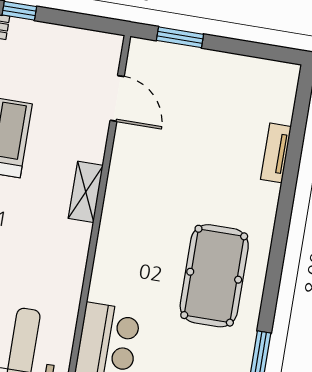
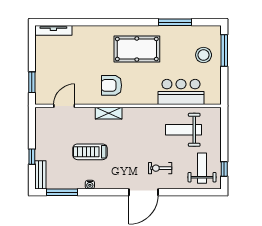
tv unit: (276, 153) -> (53, 30), moved, width x1.41
armchair: (145, 208) -> (112, 85), added

